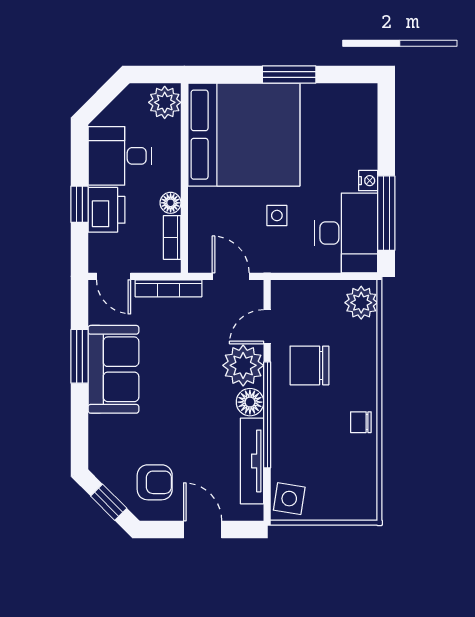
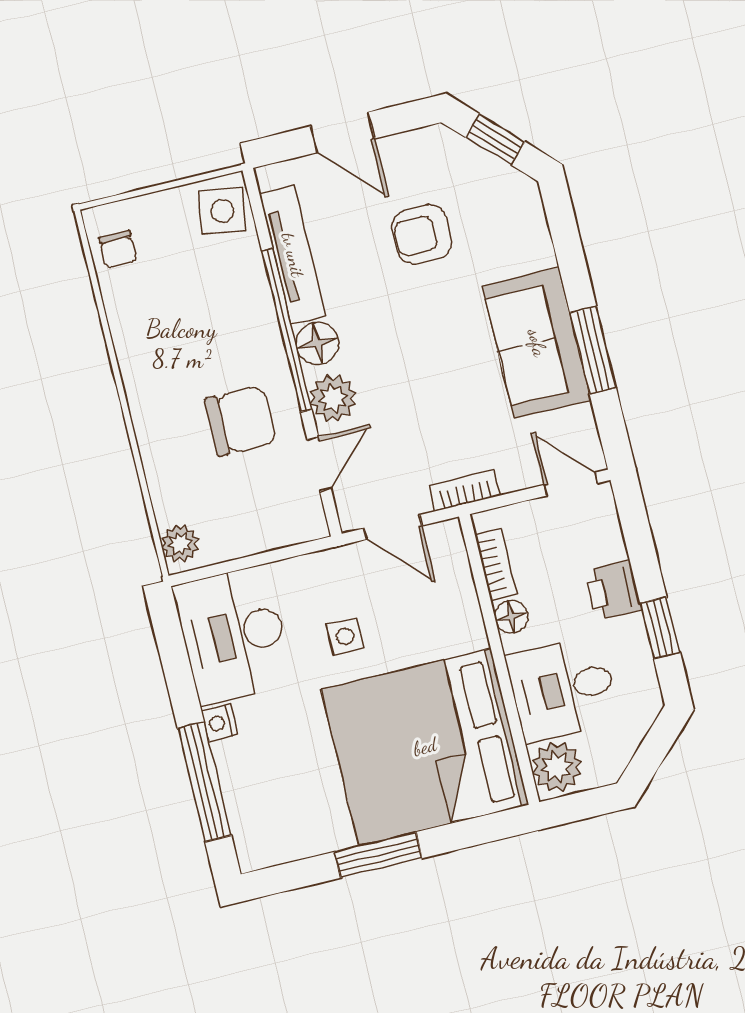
desk: (120, 156) -> (563, 689), moved, turned 180
window: (80, 204) -> (660, 628), moved
printer: (106, 210) -> (613, 590), width x0.73, depth x0.81
window: (386, 213) -> (204, 782), moved
bookcase: (168, 288) -> (465, 490), width x0.64
plant: (361, 303) -> (180, 544), width x0.73, depth x0.73
plant: (243, 365) -> (333, 398), width x0.73, depth x0.73
chair: (361, 422) -> (118, 249), moved, turned 90
armchair: (155, 482) -> (422, 234), moved

